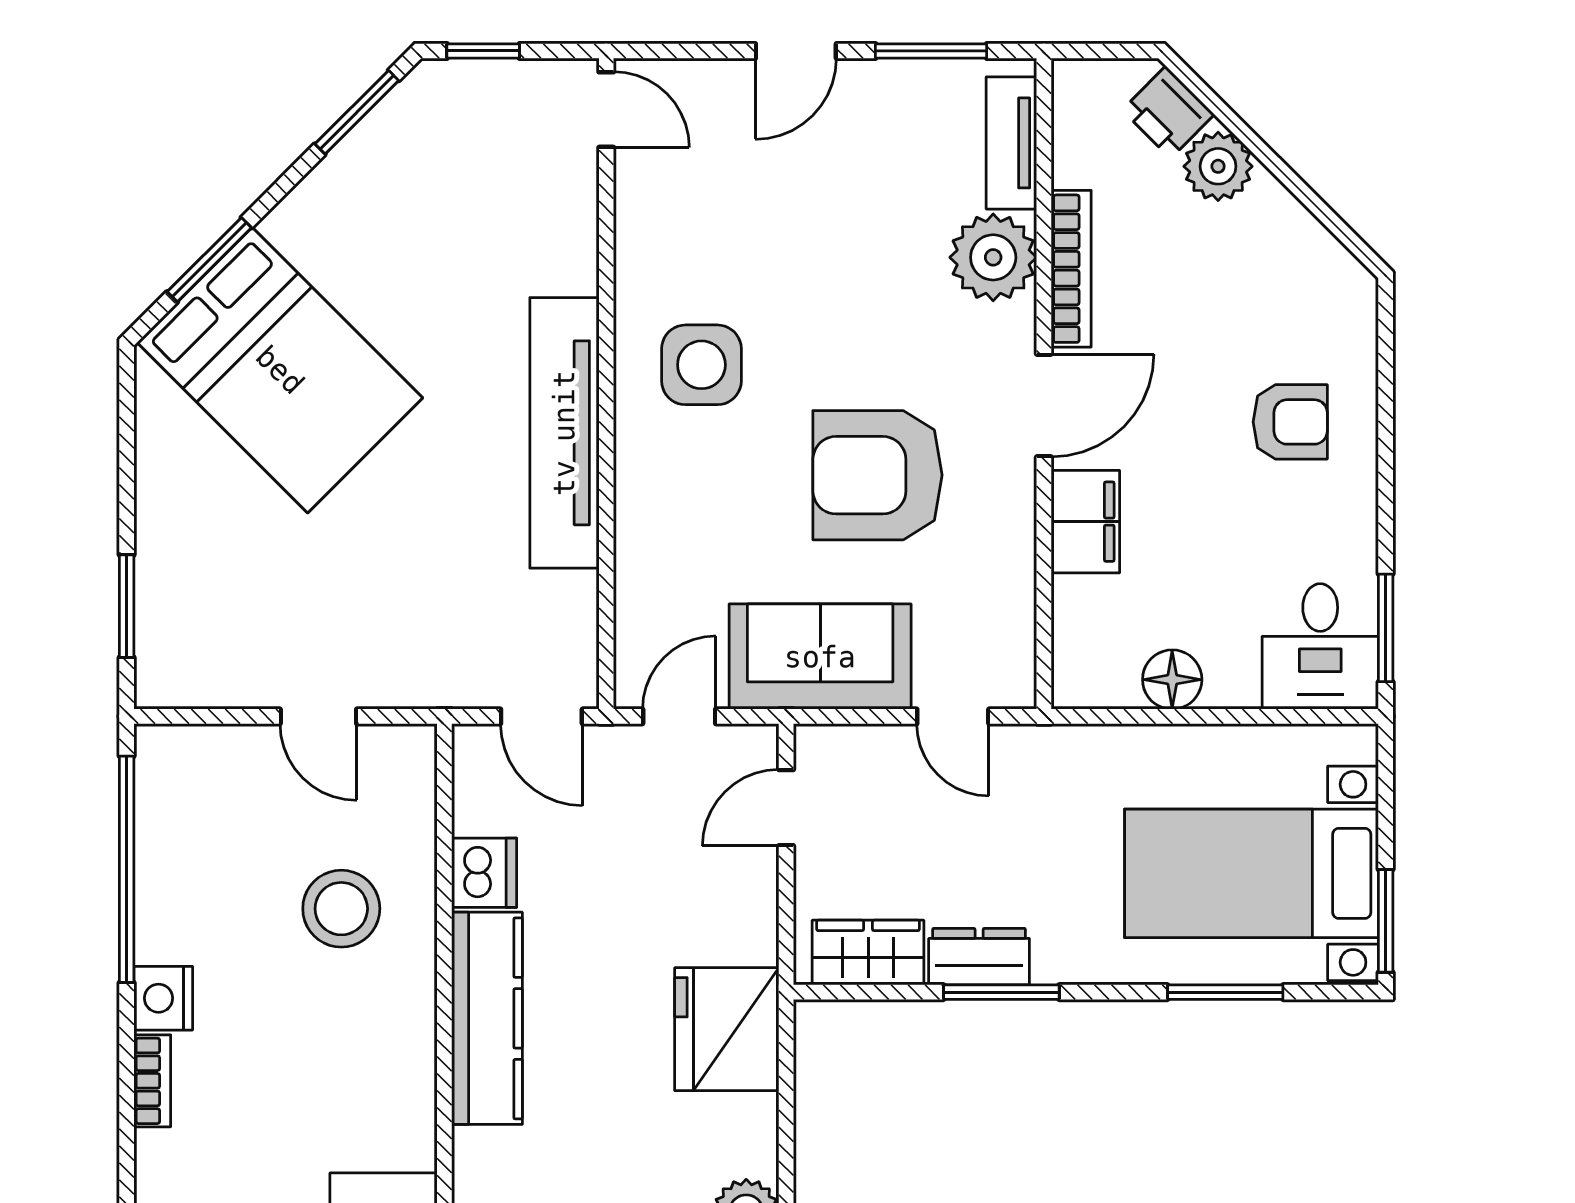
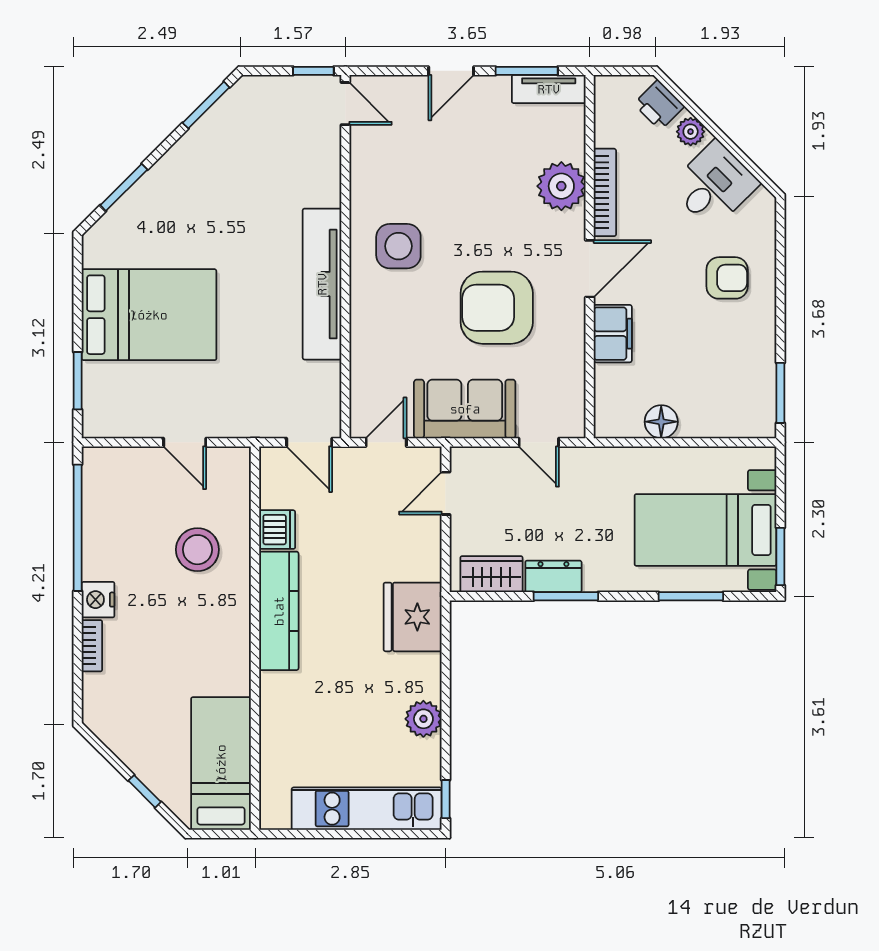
window: (483, 51) -> (313, 71), moved
tv unit: (1011, 143) -> (549, 89), moved, turned -90
plant: (1218, 166) -> (691, 132), width x0.73, depth x0.73
bed: (280, 370) -> (149, 315), moved, turned -45
desk: (1320, 646) -> (714, 185), moved, turned -135

